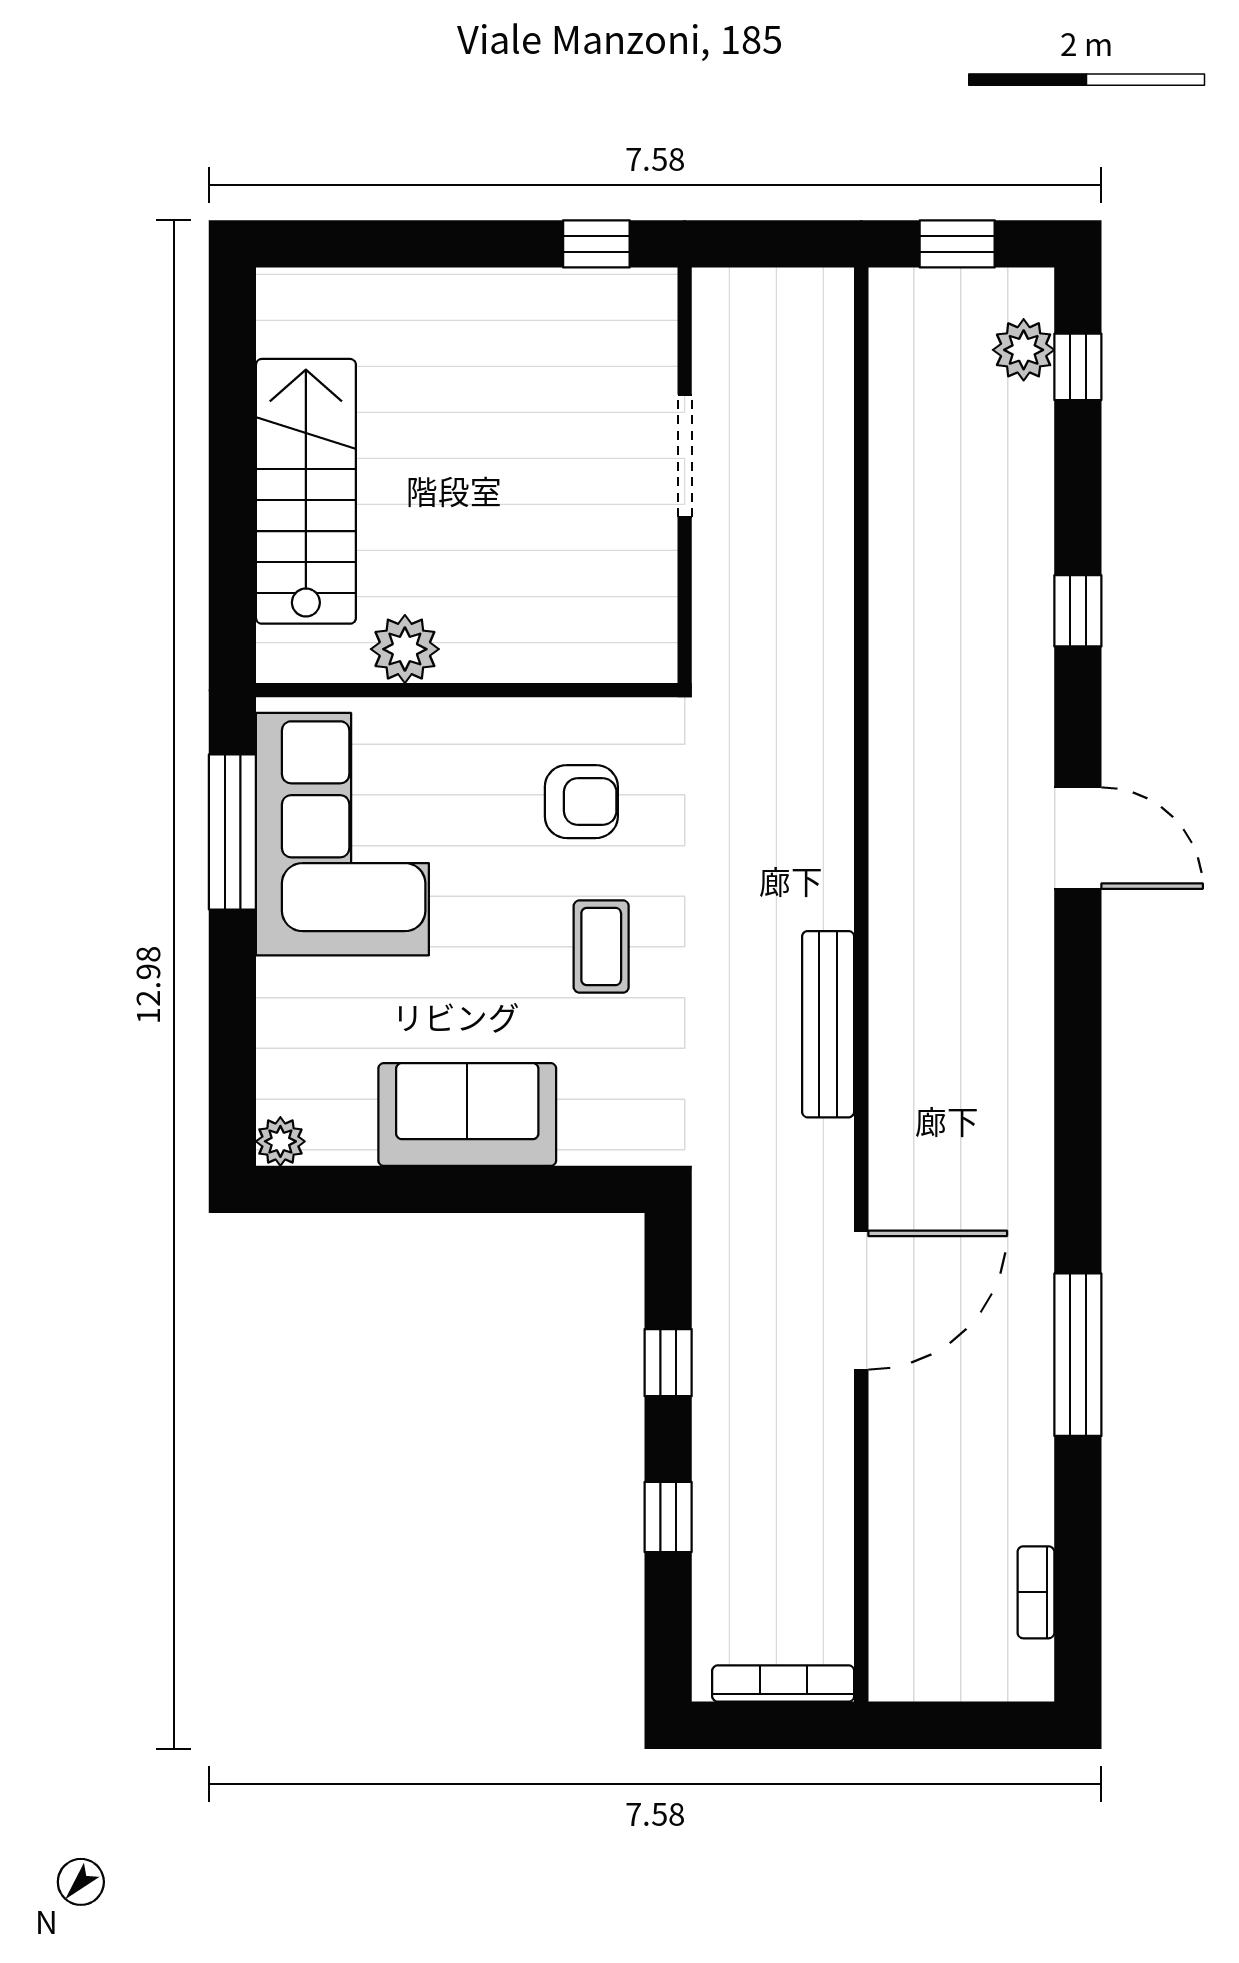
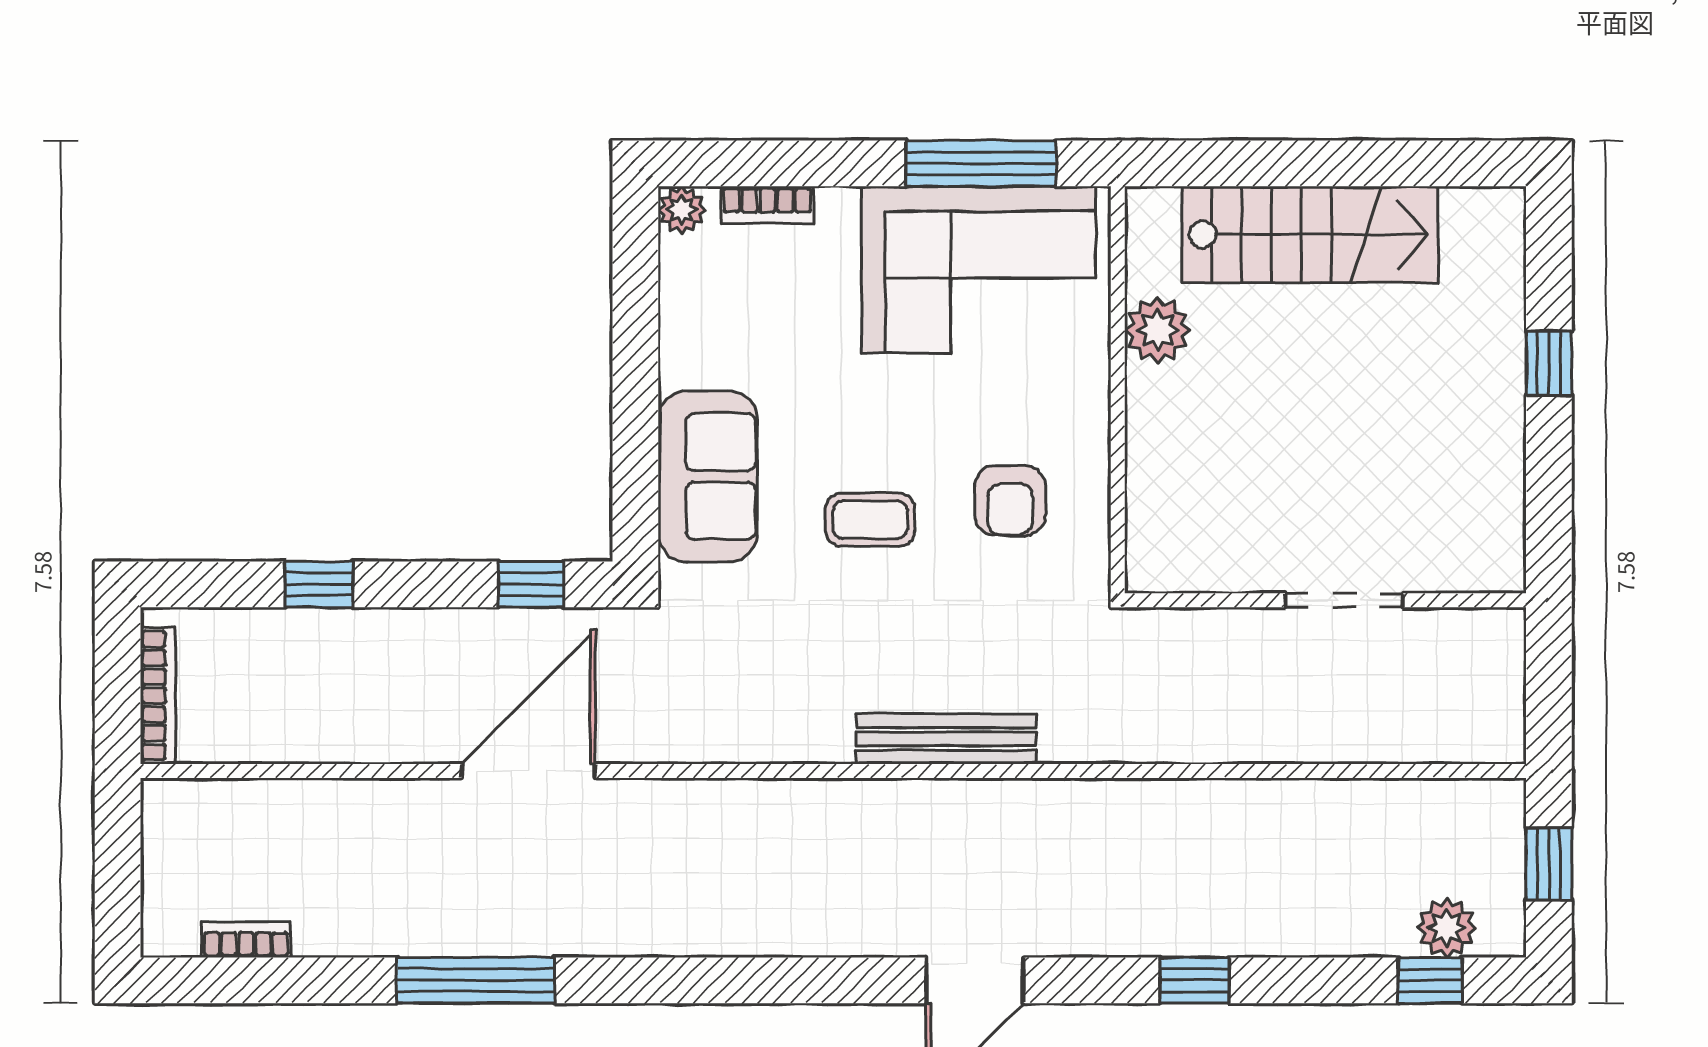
window: (596, 244) -> (1549, 363), moved
bench: (828, 1024) -> (946, 739), moved
bookcase: (275, 1053) -> (767, 205), added
sofa: (467, 1114) -> (708, 476), moved
door: (861, 1300) -> (528, 771), swing flipped
window: (668, 1363) -> (531, 584), moved

